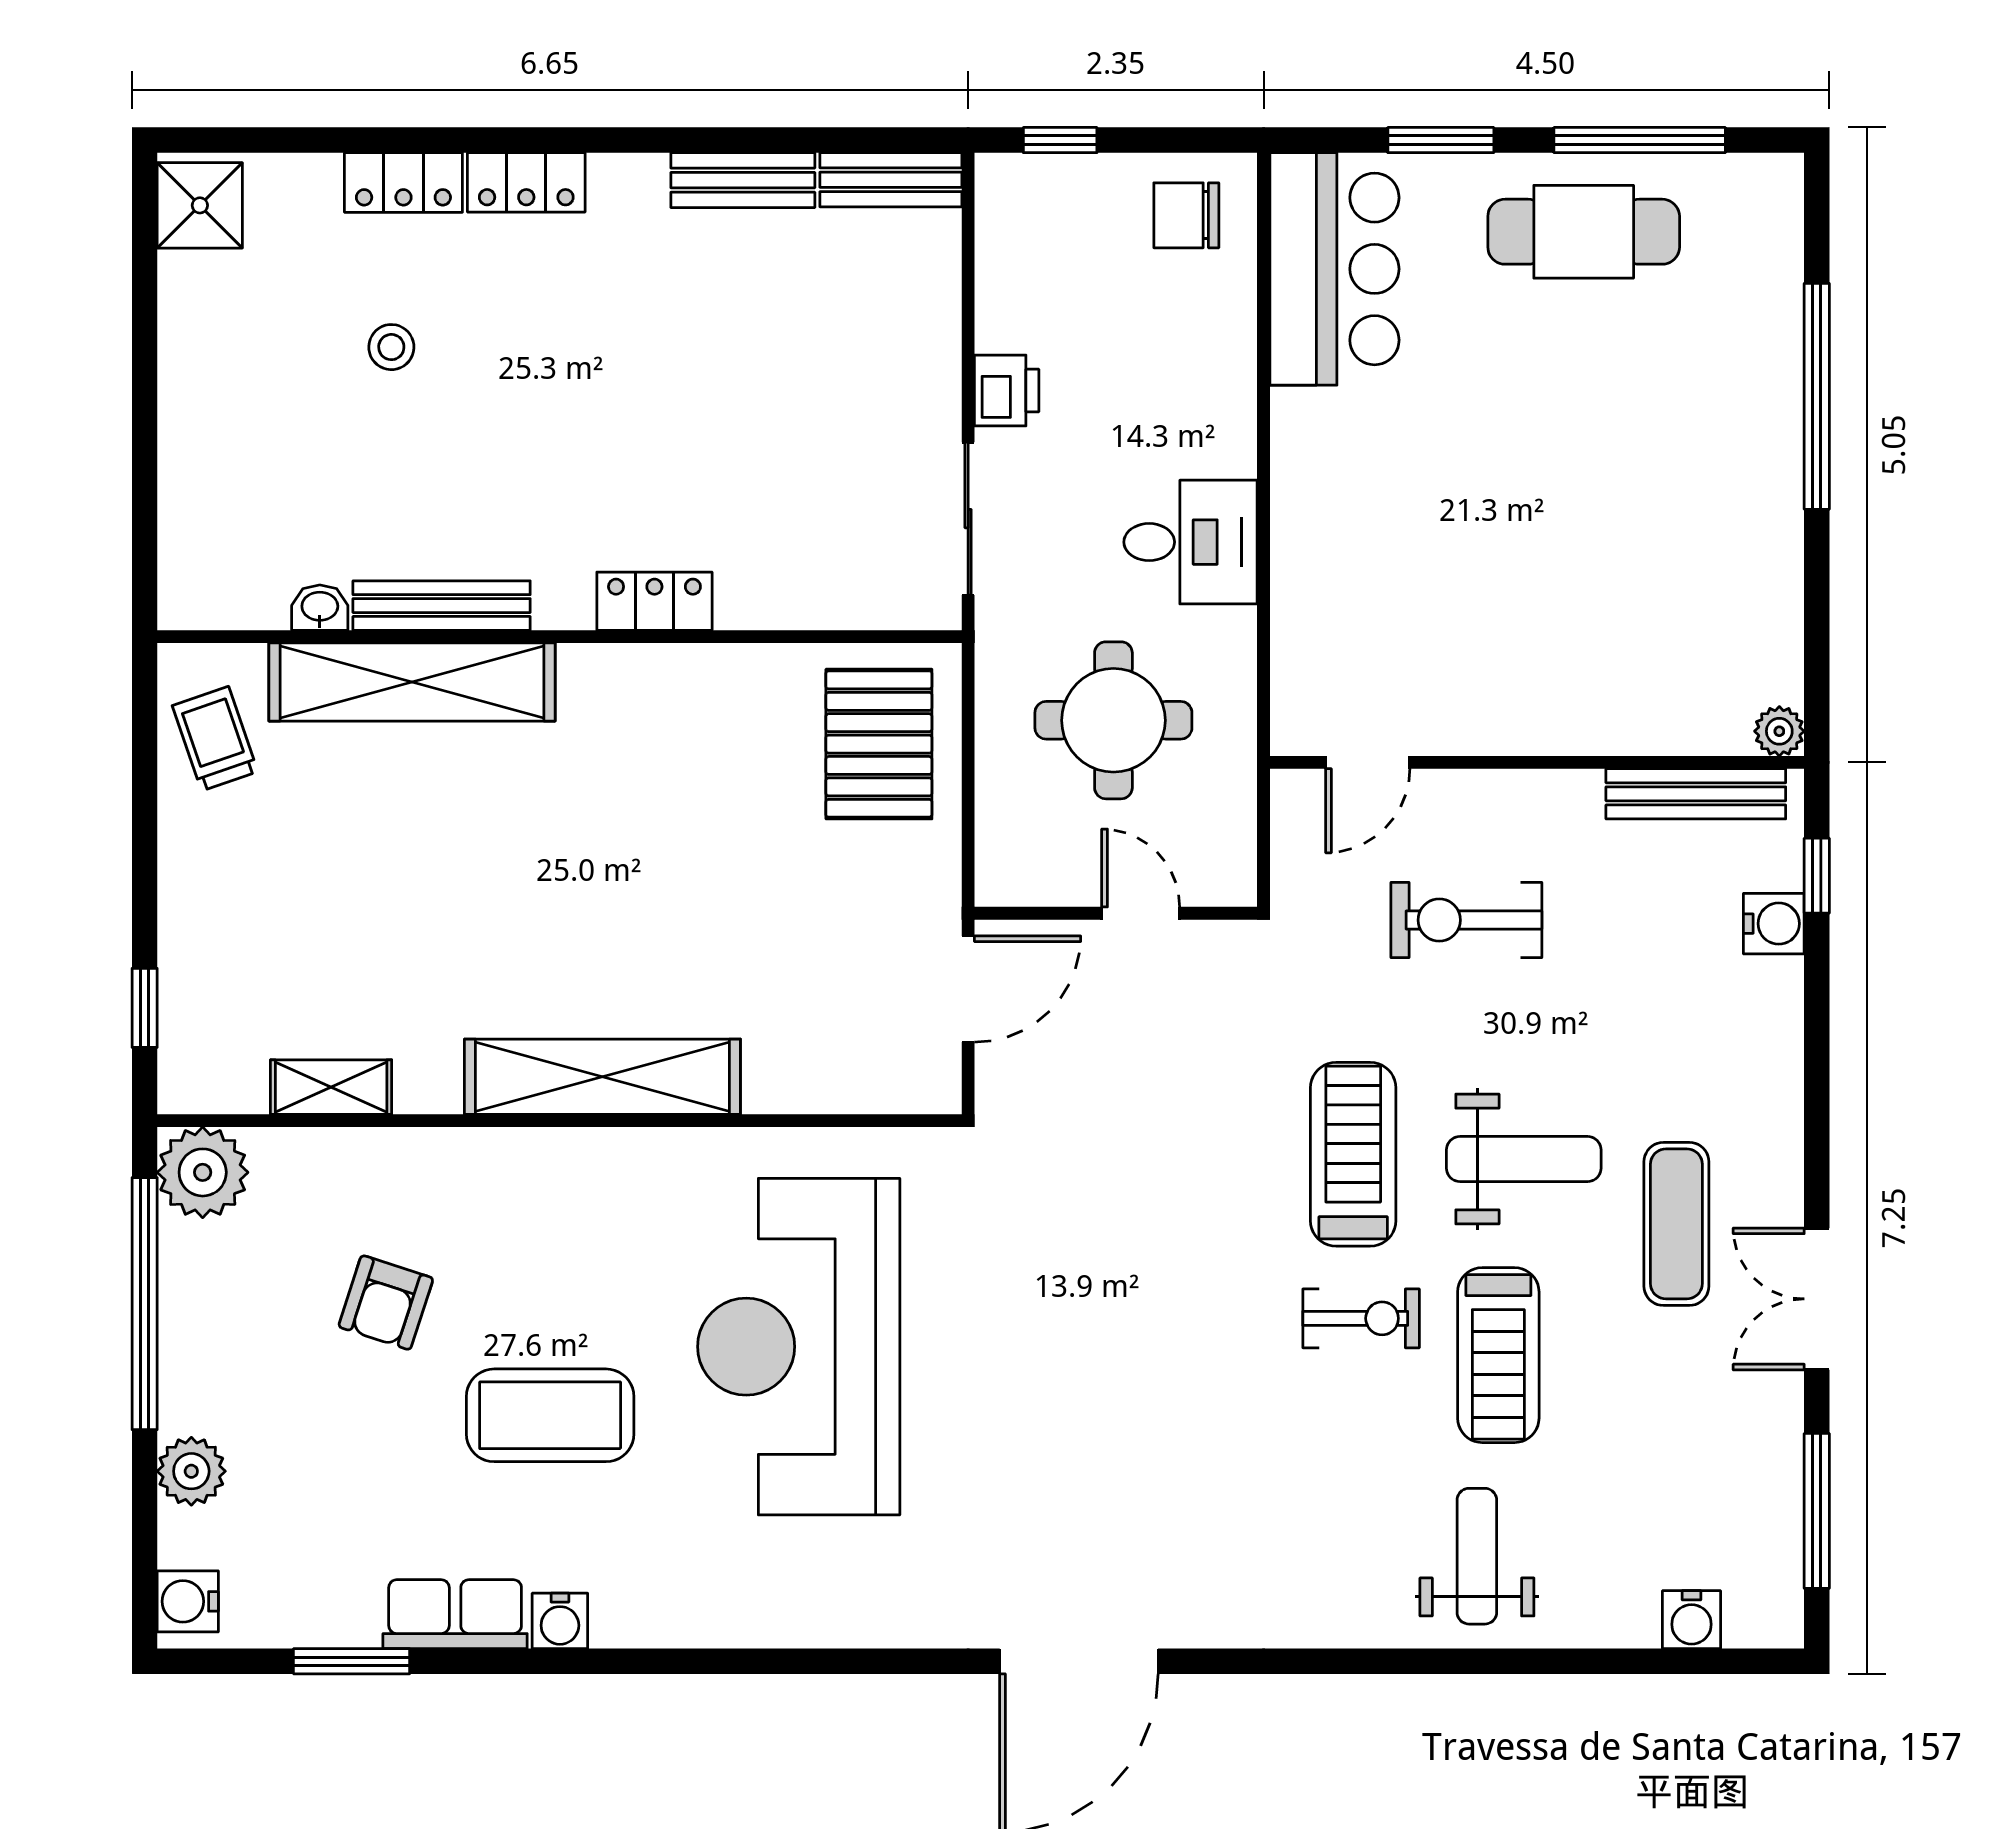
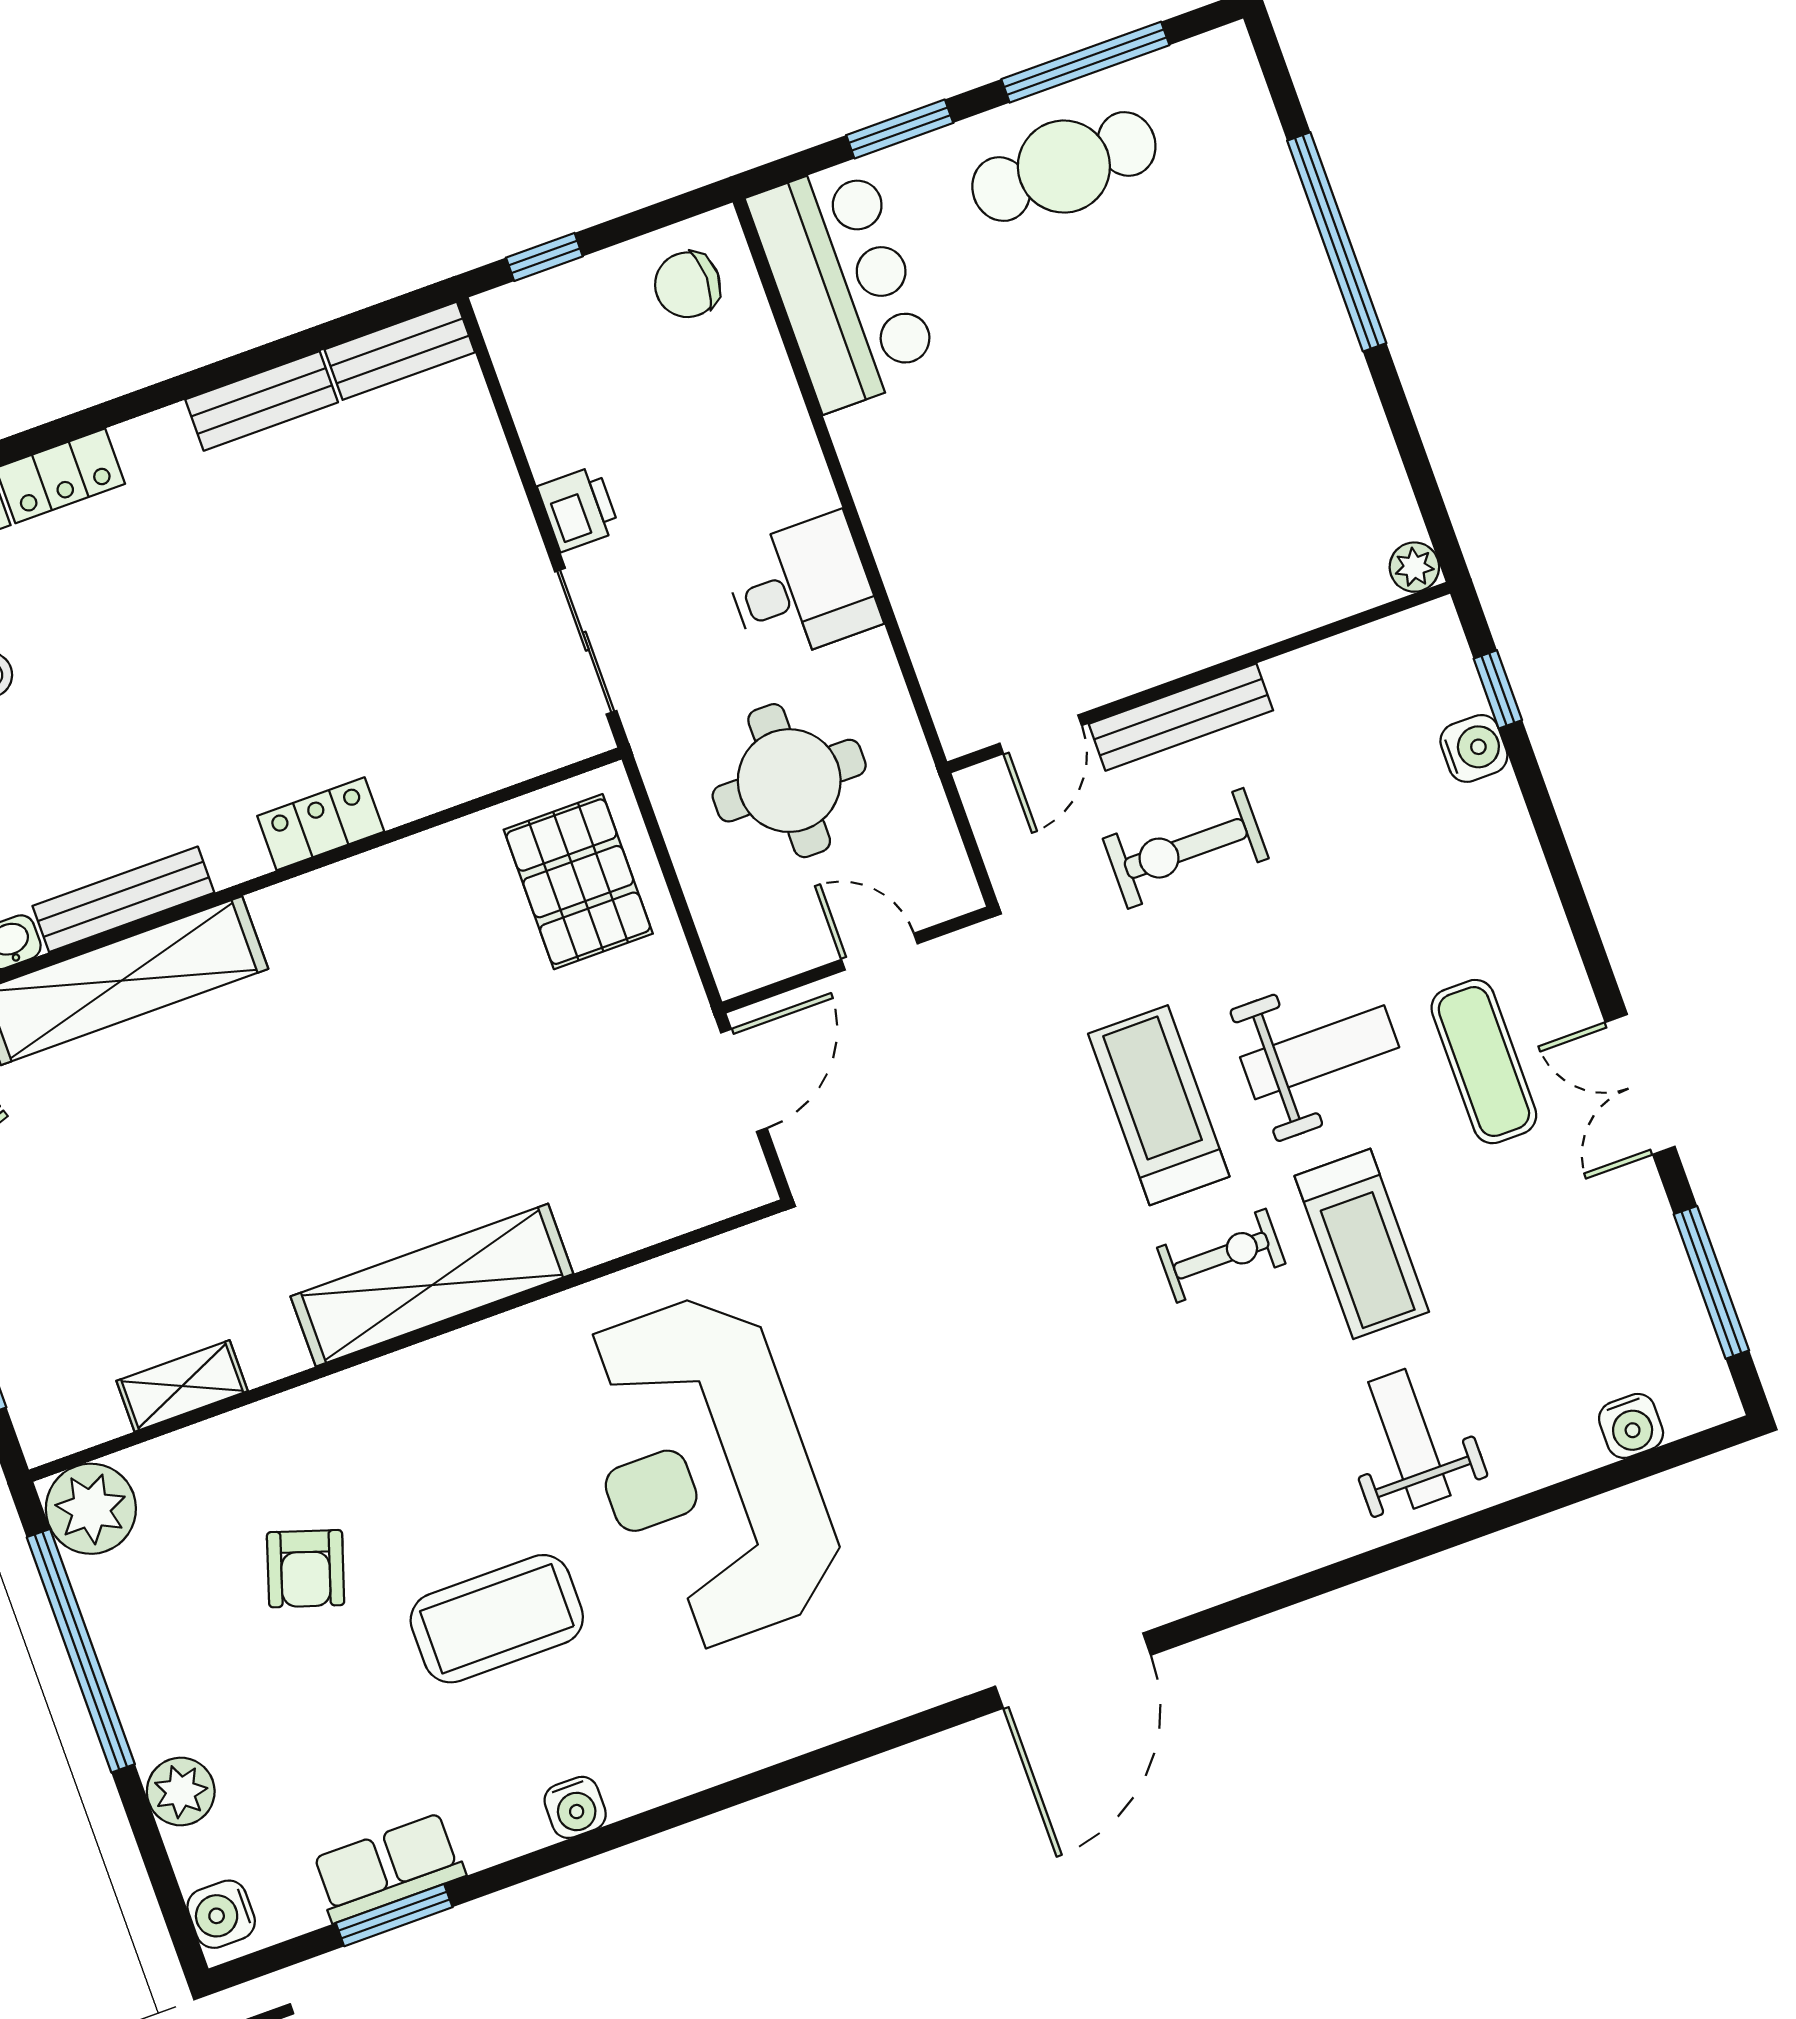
bench: (1696, 794) -> (1181, 717), moved
row of seats: (455, 1614) -> (388, 1868), moved

